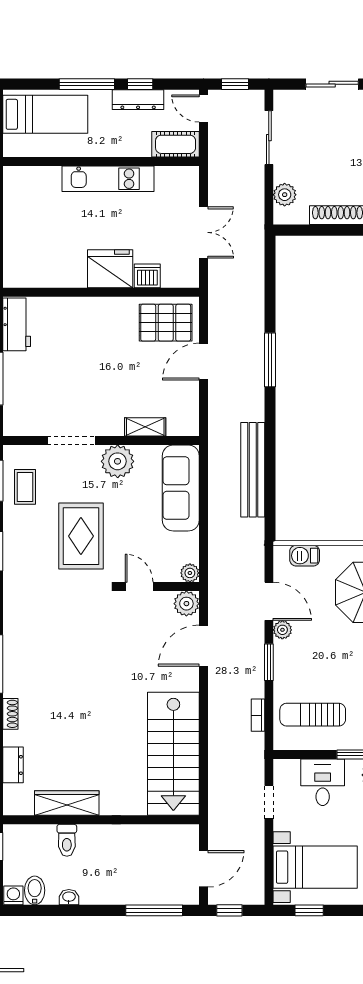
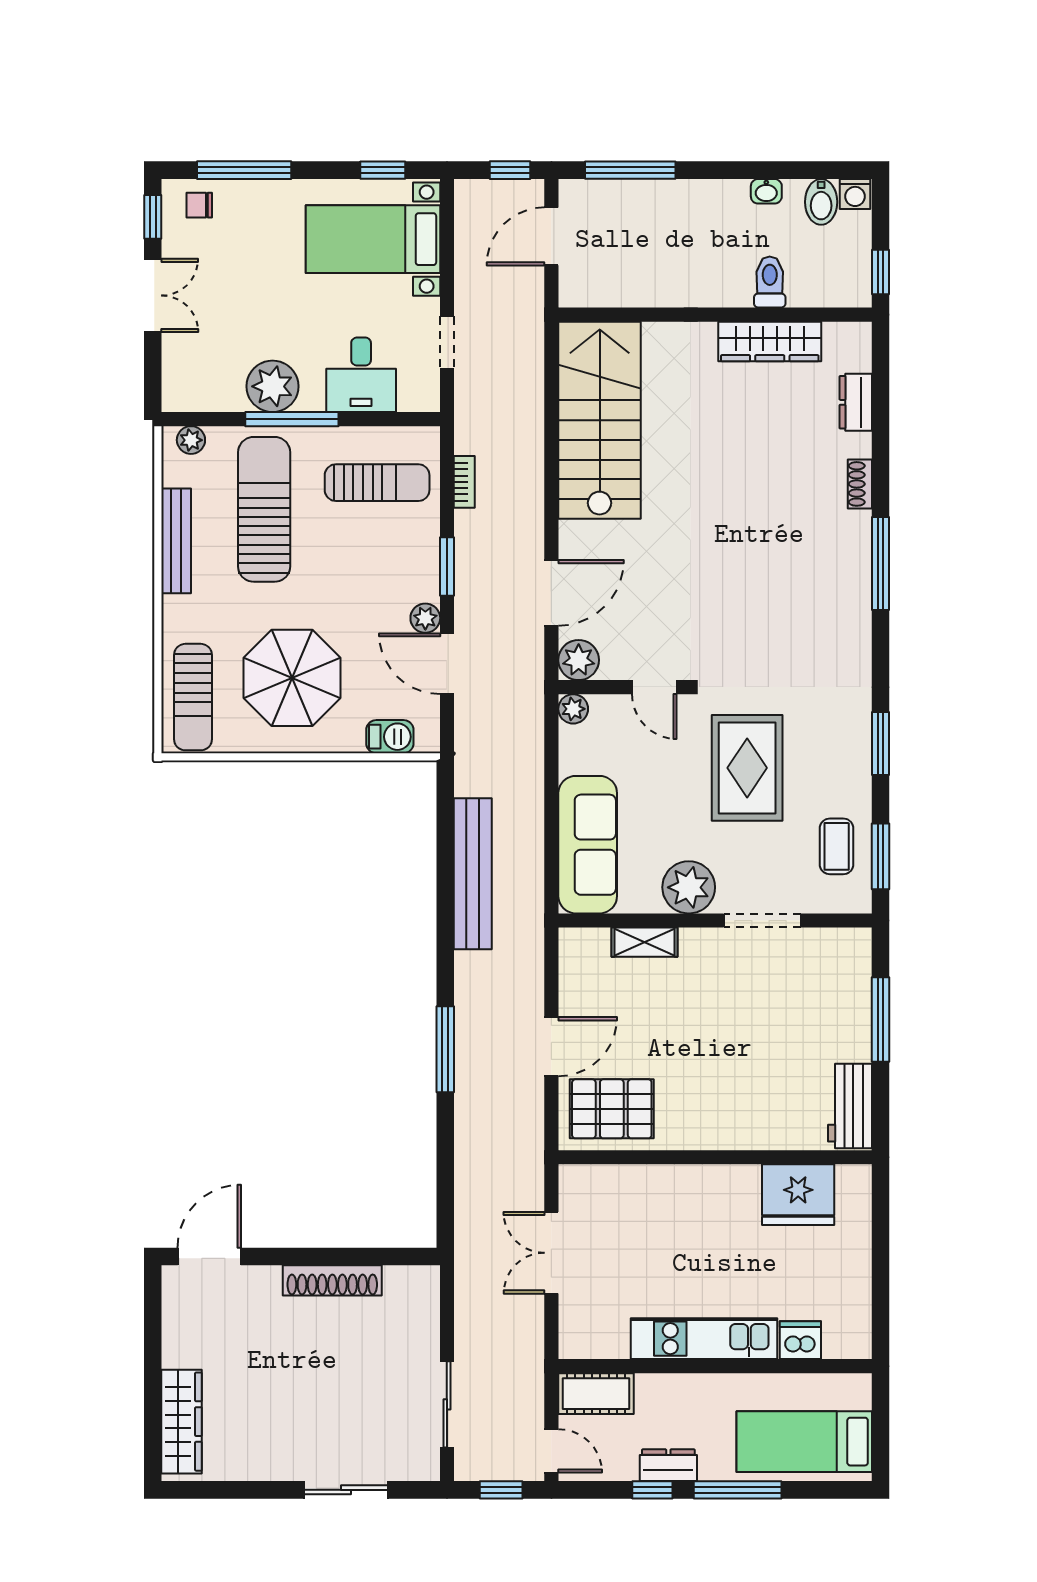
dresser: (138, 100) -> (668, 1465), width x0.70
plant: (285, 195) -> (422, 1313), removed
fridge: (110, 269) -> (798, 1195), moved
dishwasher: (147, 276) -> (800, 1340), moved, turned 180

